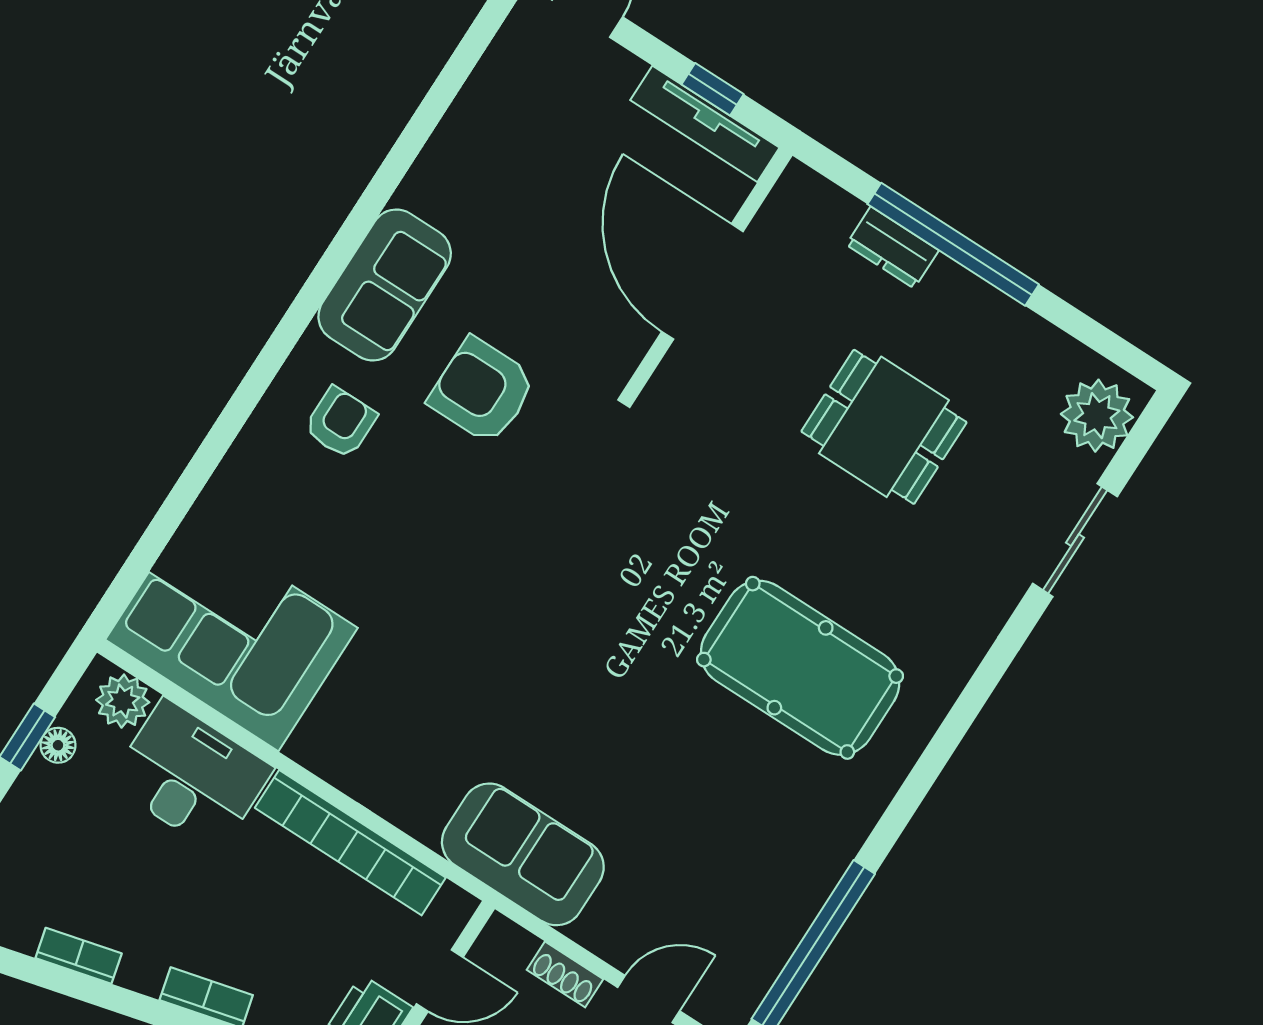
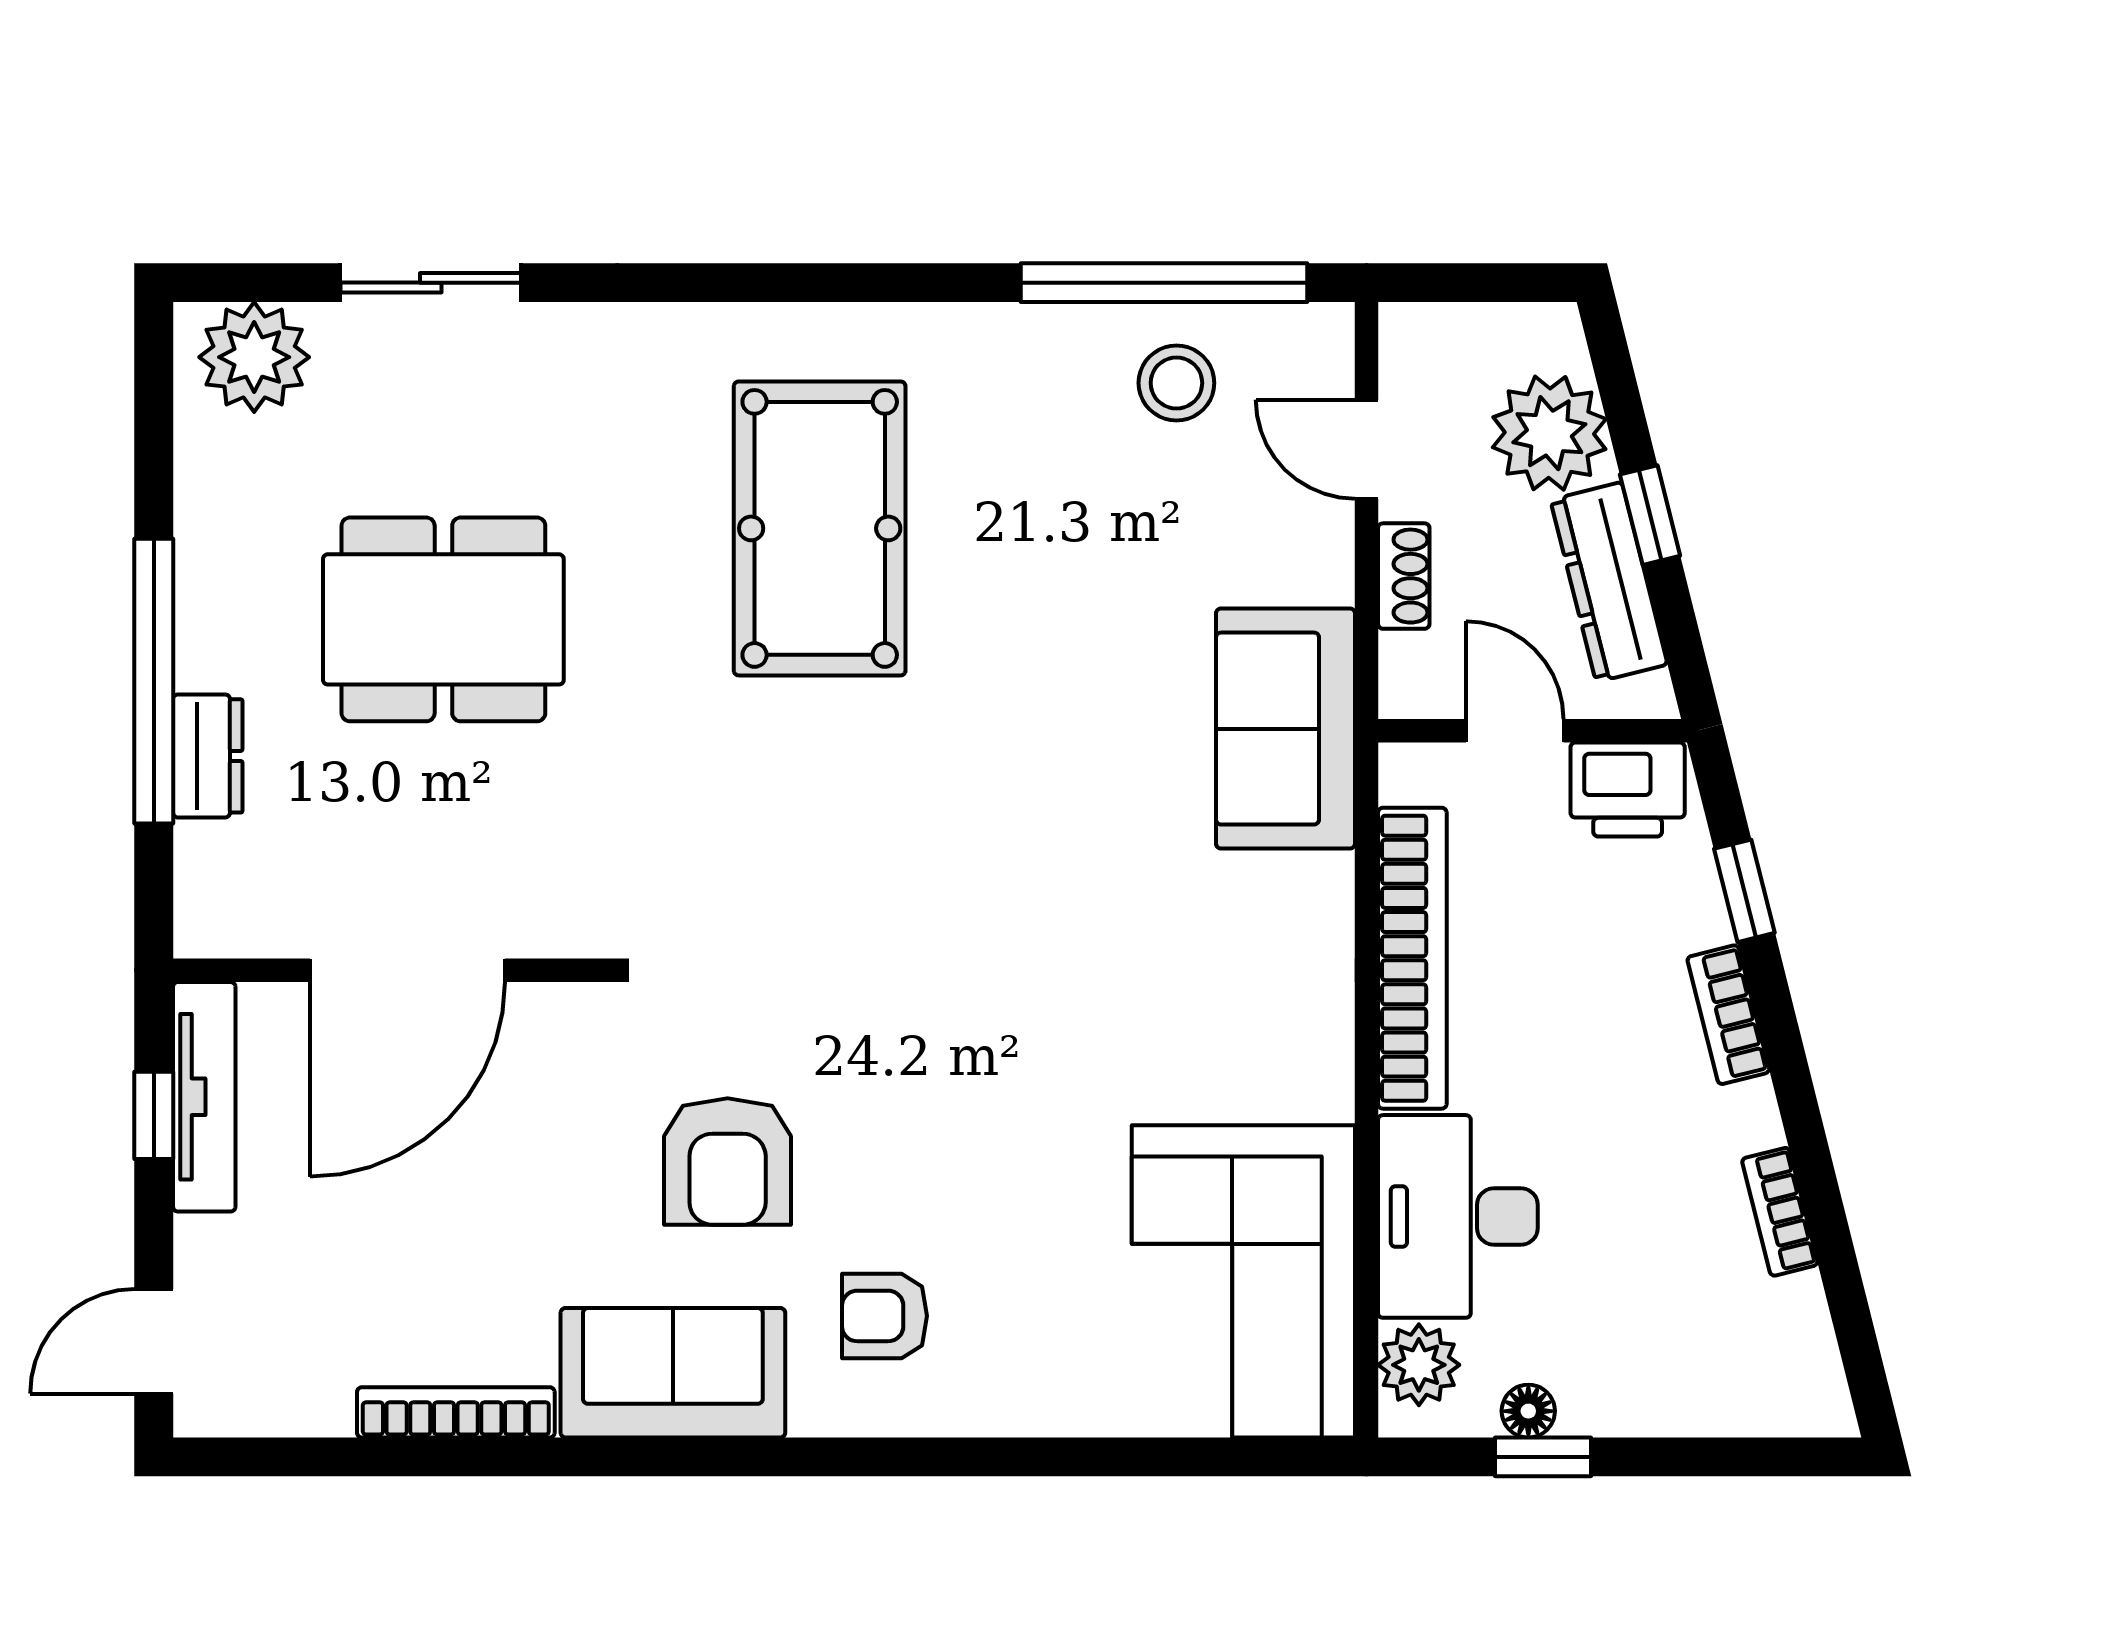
bookcase: (440, 151) -> (456, 1412), added
dining table: (884, 427) -> (443, 619), width x1.37
stool: (753, 917) -> (1176, 383), added

